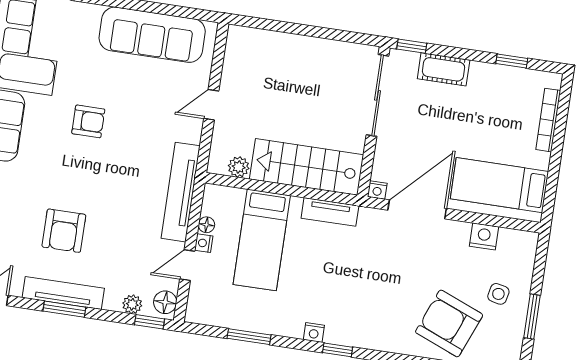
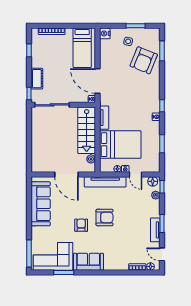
door: (211, 105) -> (66, 174), width x1.87
armchair: (64, 231) -> (105, 217), moved
nightstand: (484, 236) -> (105, 33), moved
bed: (262, 240) -> (120, 145), width x1.50
tv unit: (63, 293) -> (155, 230), width x0.71

